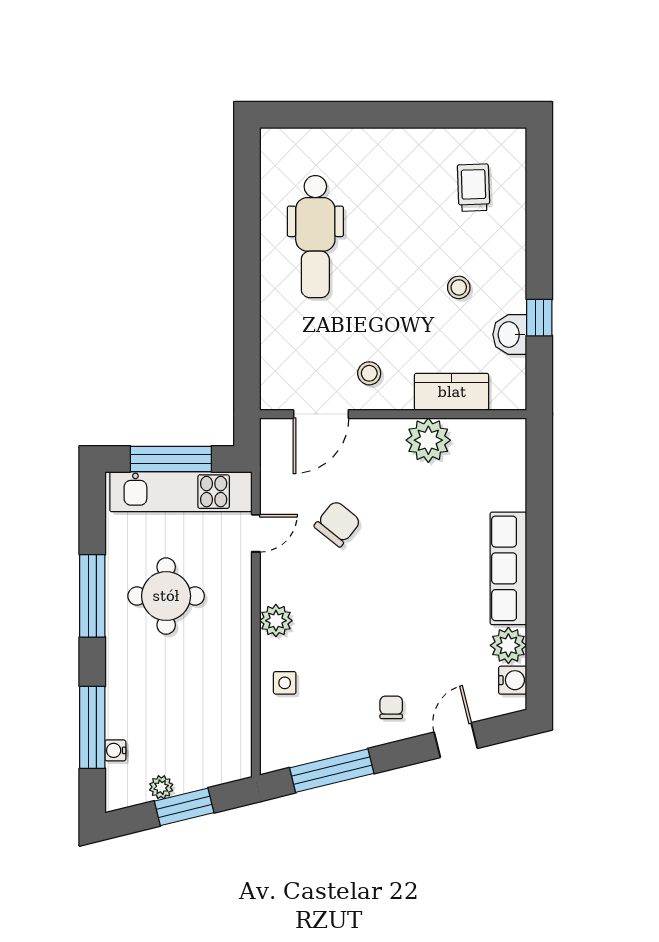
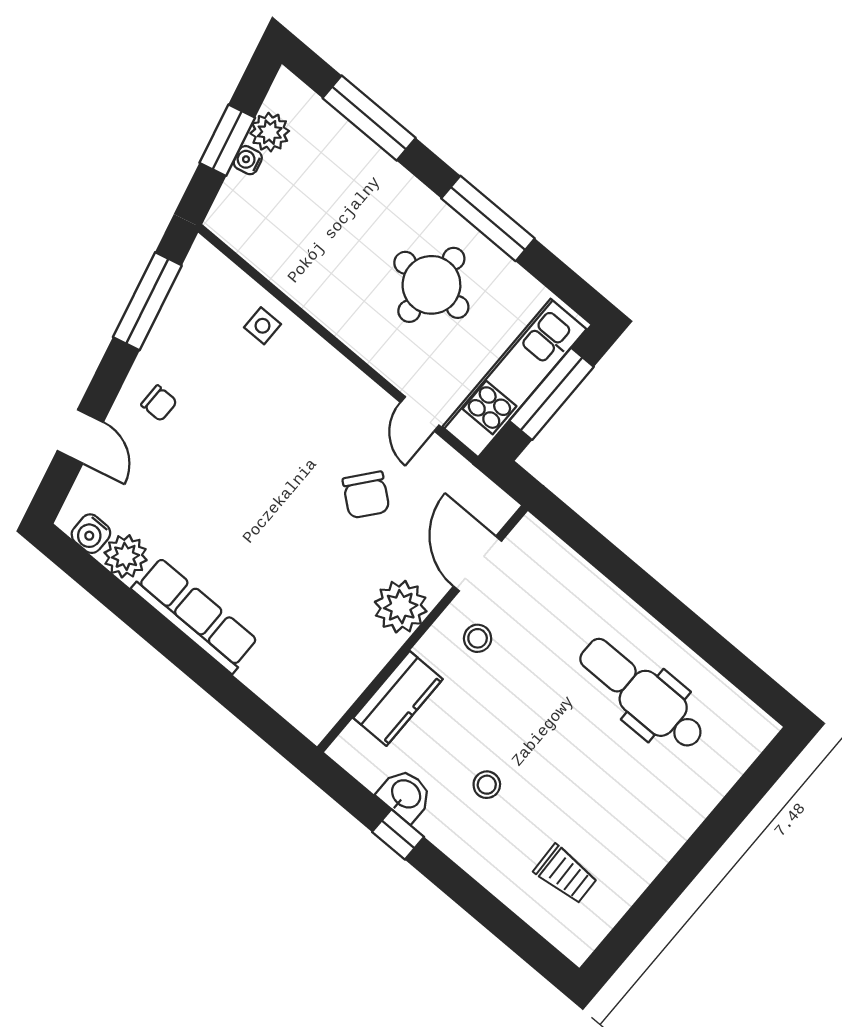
plant: (428, 440) -> (401, 607), moved
plant: (276, 621) -> (325, 365), removed
water cooler: (115, 750) -> (248, 160), moved, turned -104
plant: (161, 787) -> (270, 132), width x1.38, depth x1.38

